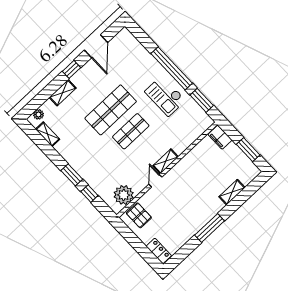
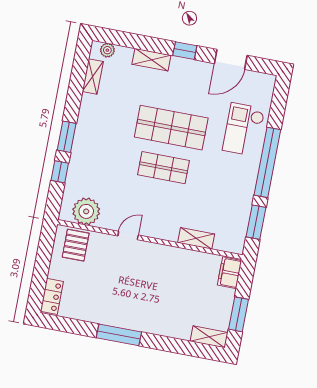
checkout: (165, 96) -> (244, 130), moved
shelving: (166, 161) -> (196, 238), moved
shelving: (232, 192) -> (209, 337), moved

